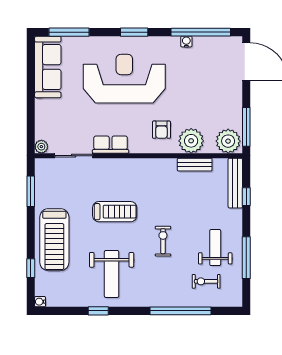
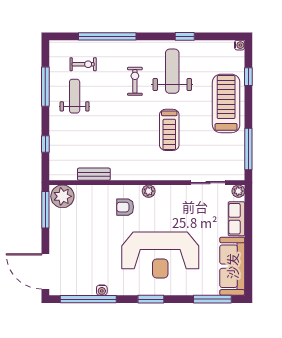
armchair: (161, 130) -> (125, 207), turned -90
plant: (191, 141) -> (149, 191), moved, width x0.53, depth x0.53
row of seats: (111, 145) -> (236, 219), moved, turned 90
bench: (235, 183) -> (56, 157), removed
window: (31, 191) -> (248, 149), width x1.44
treadmill: (115, 212) -> (169, 130), turned -90
exercise bike: (163, 241) -> (135, 81), moved, turned 180
weight bench: (215, 248) -> (75, 96), turned 180

